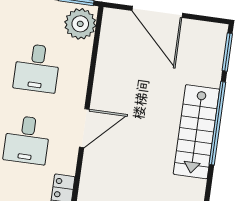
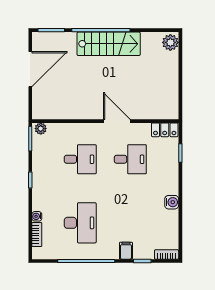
door: (157, 12) -> (30, 69), moved
plant: (80, 24) -> (41, 129), width x0.53, depth x0.53

